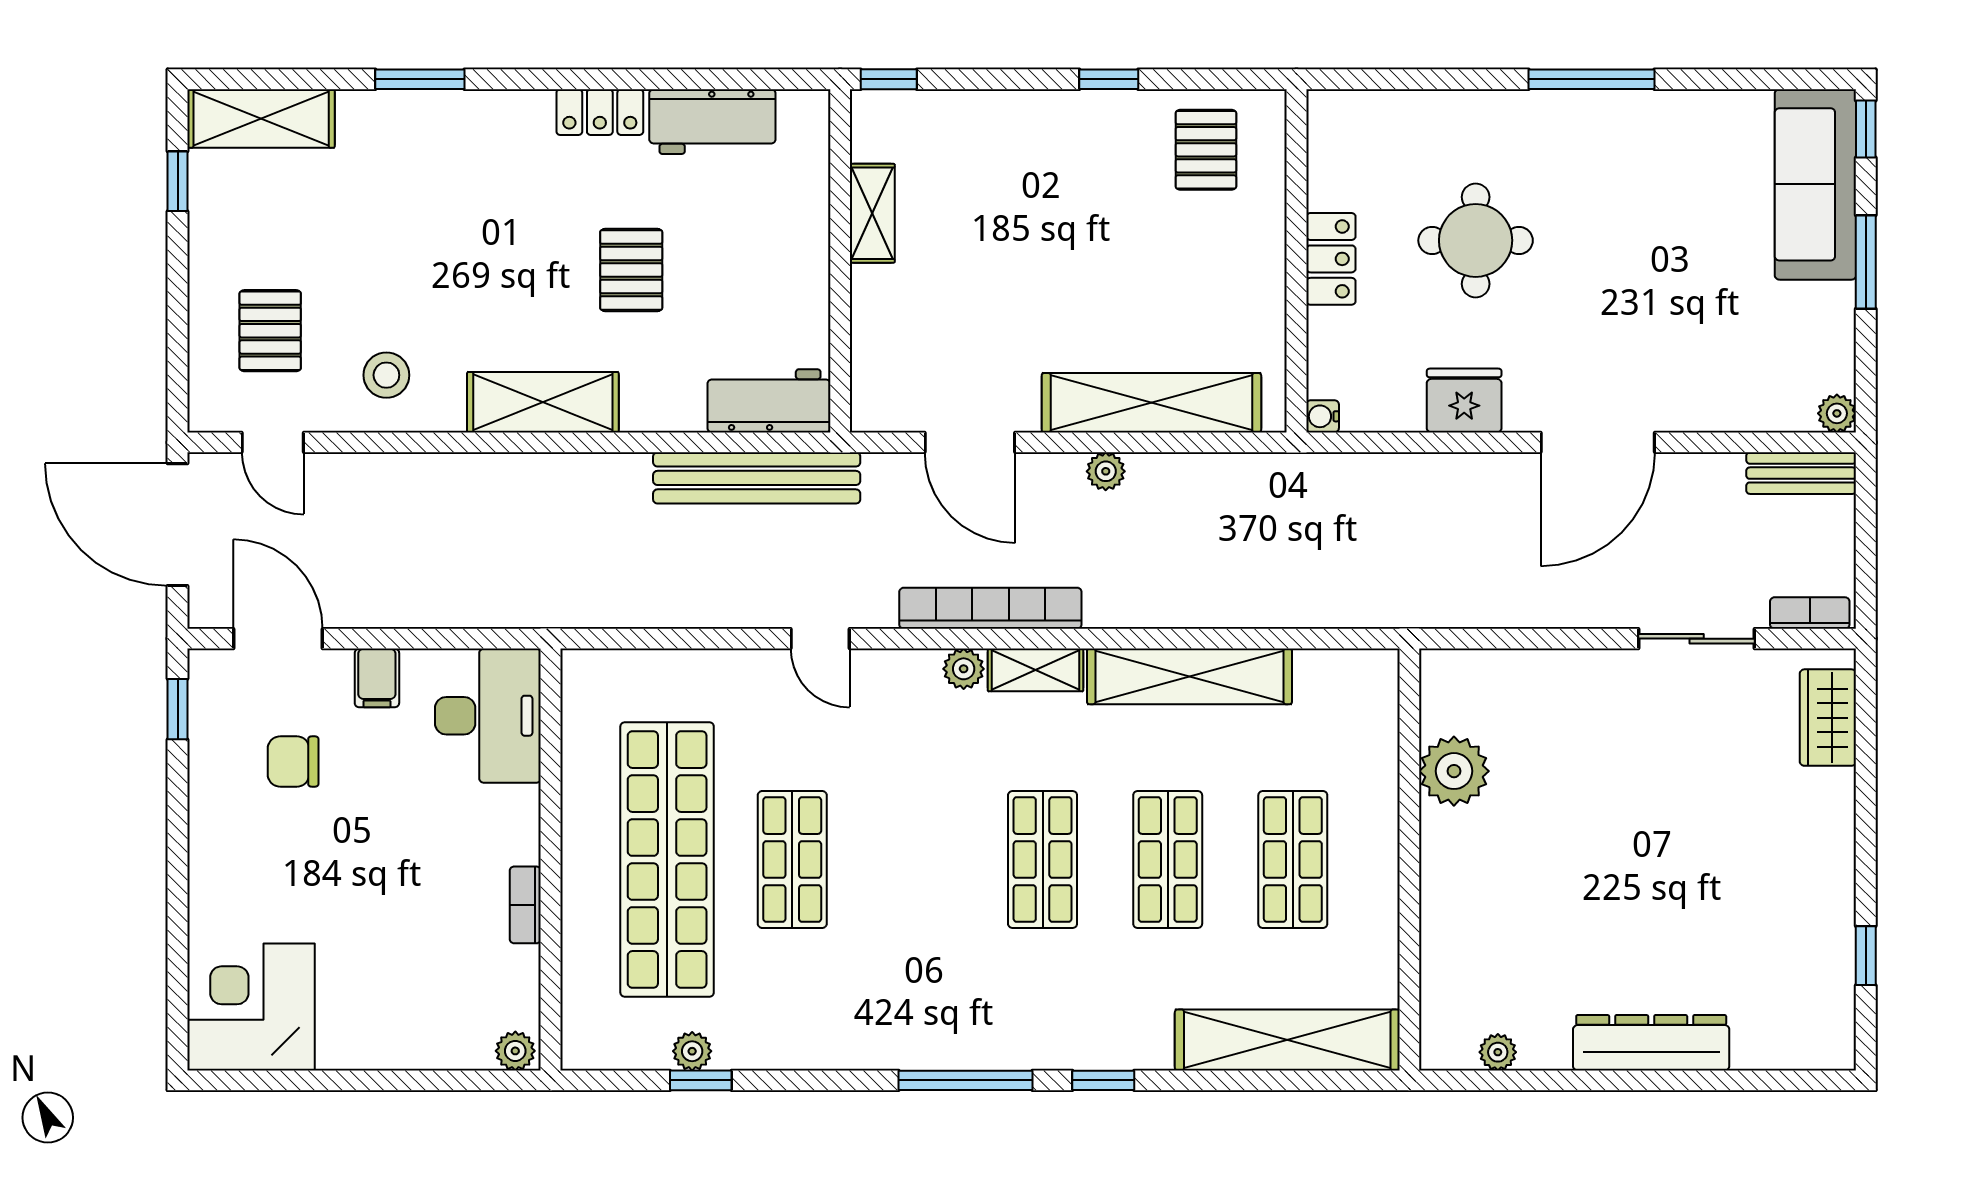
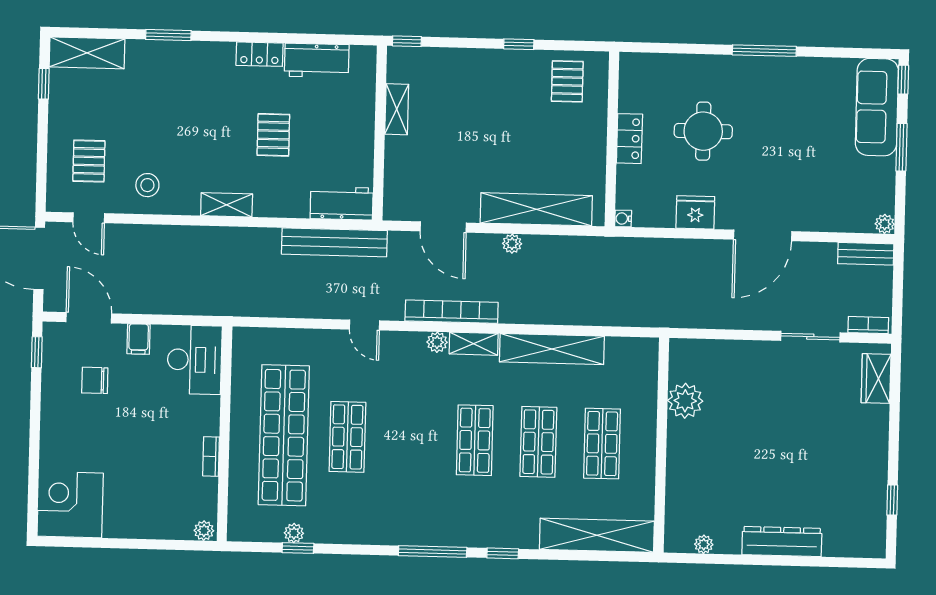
shelving: (543, 402) -> (227, 205), width x0.67, depth x0.75

